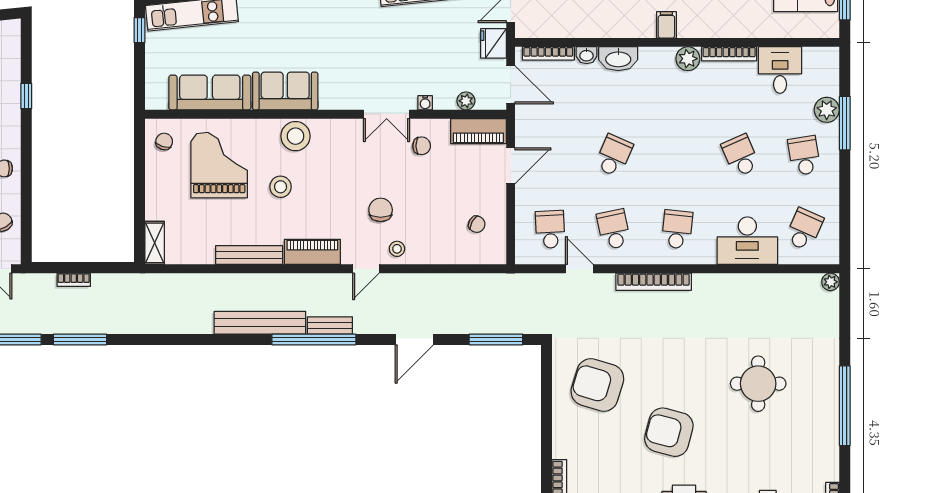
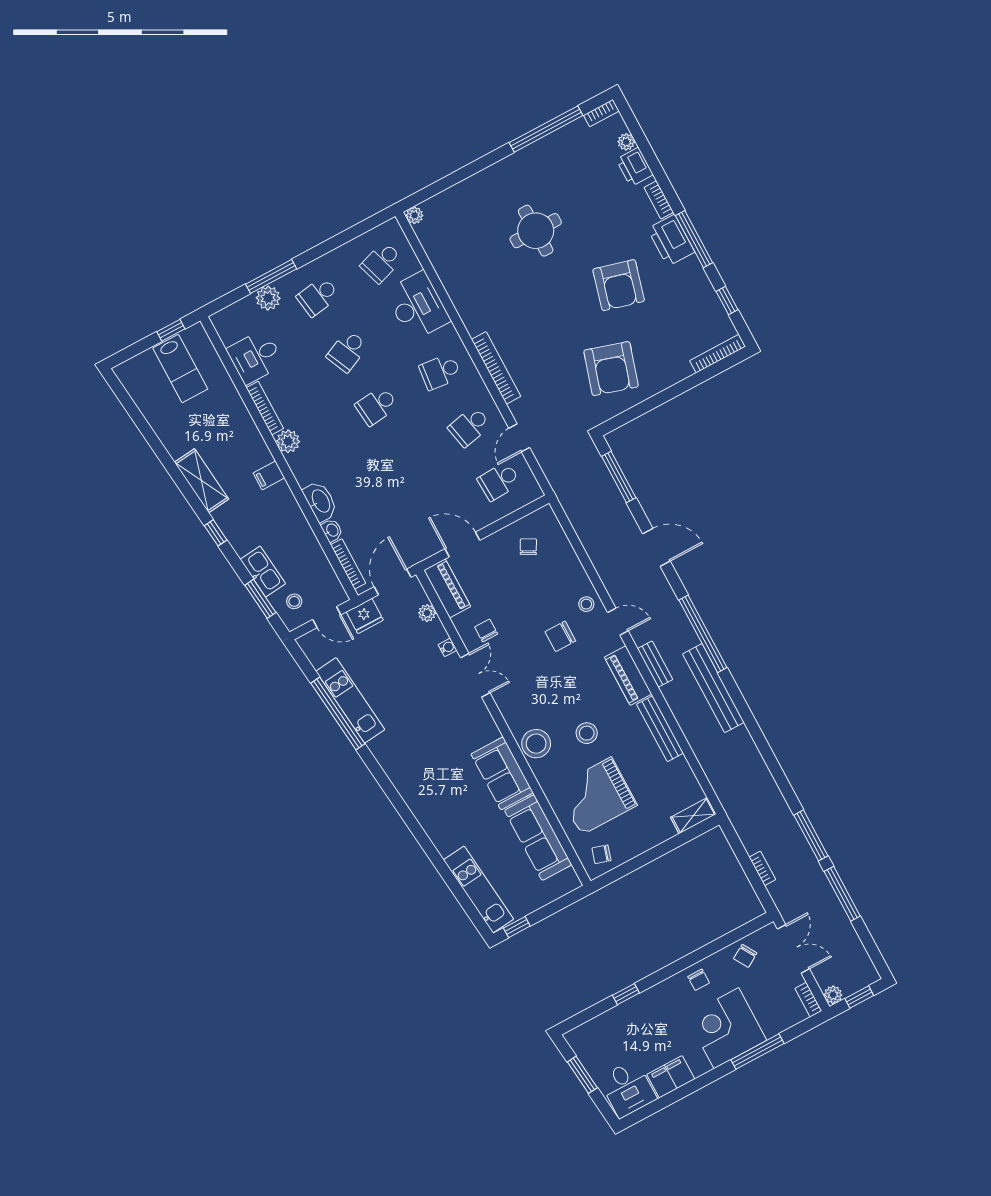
school desk: (614, 156) -> (377, 406), moved, turned -30
school desk: (804, 229) -> (382, 262), turned -42
bench: (330, 325) -> (655, 664), moved
window: (845, 406) -> (546, 129), moved

